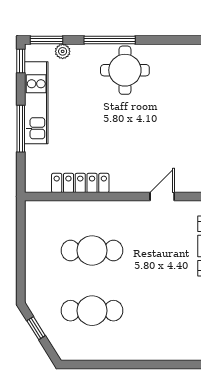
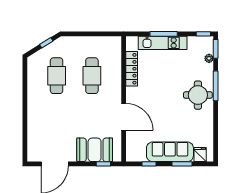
kitchen unit: (36, 103) -> (163, 43), moved
door: (162, 197) -> (124, 117), width x1.87

